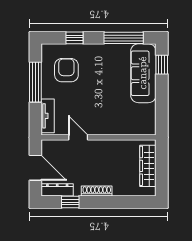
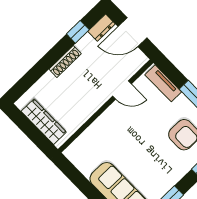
dresser: (57, 190) -> (102, 28), width x0.70

